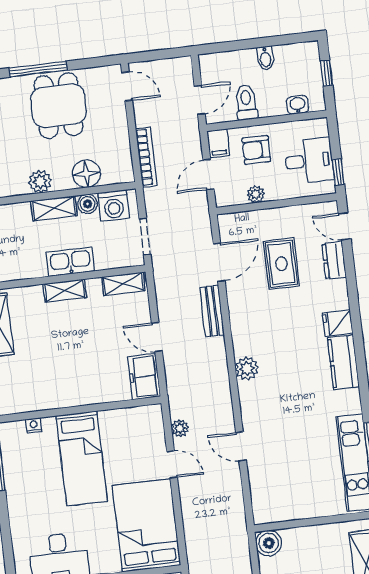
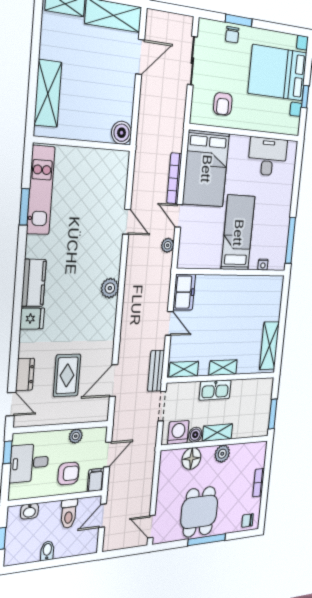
bookcase: (146, 157) -> (174, 178), moved
bench: (212, 311) -> (156, 371), moved

